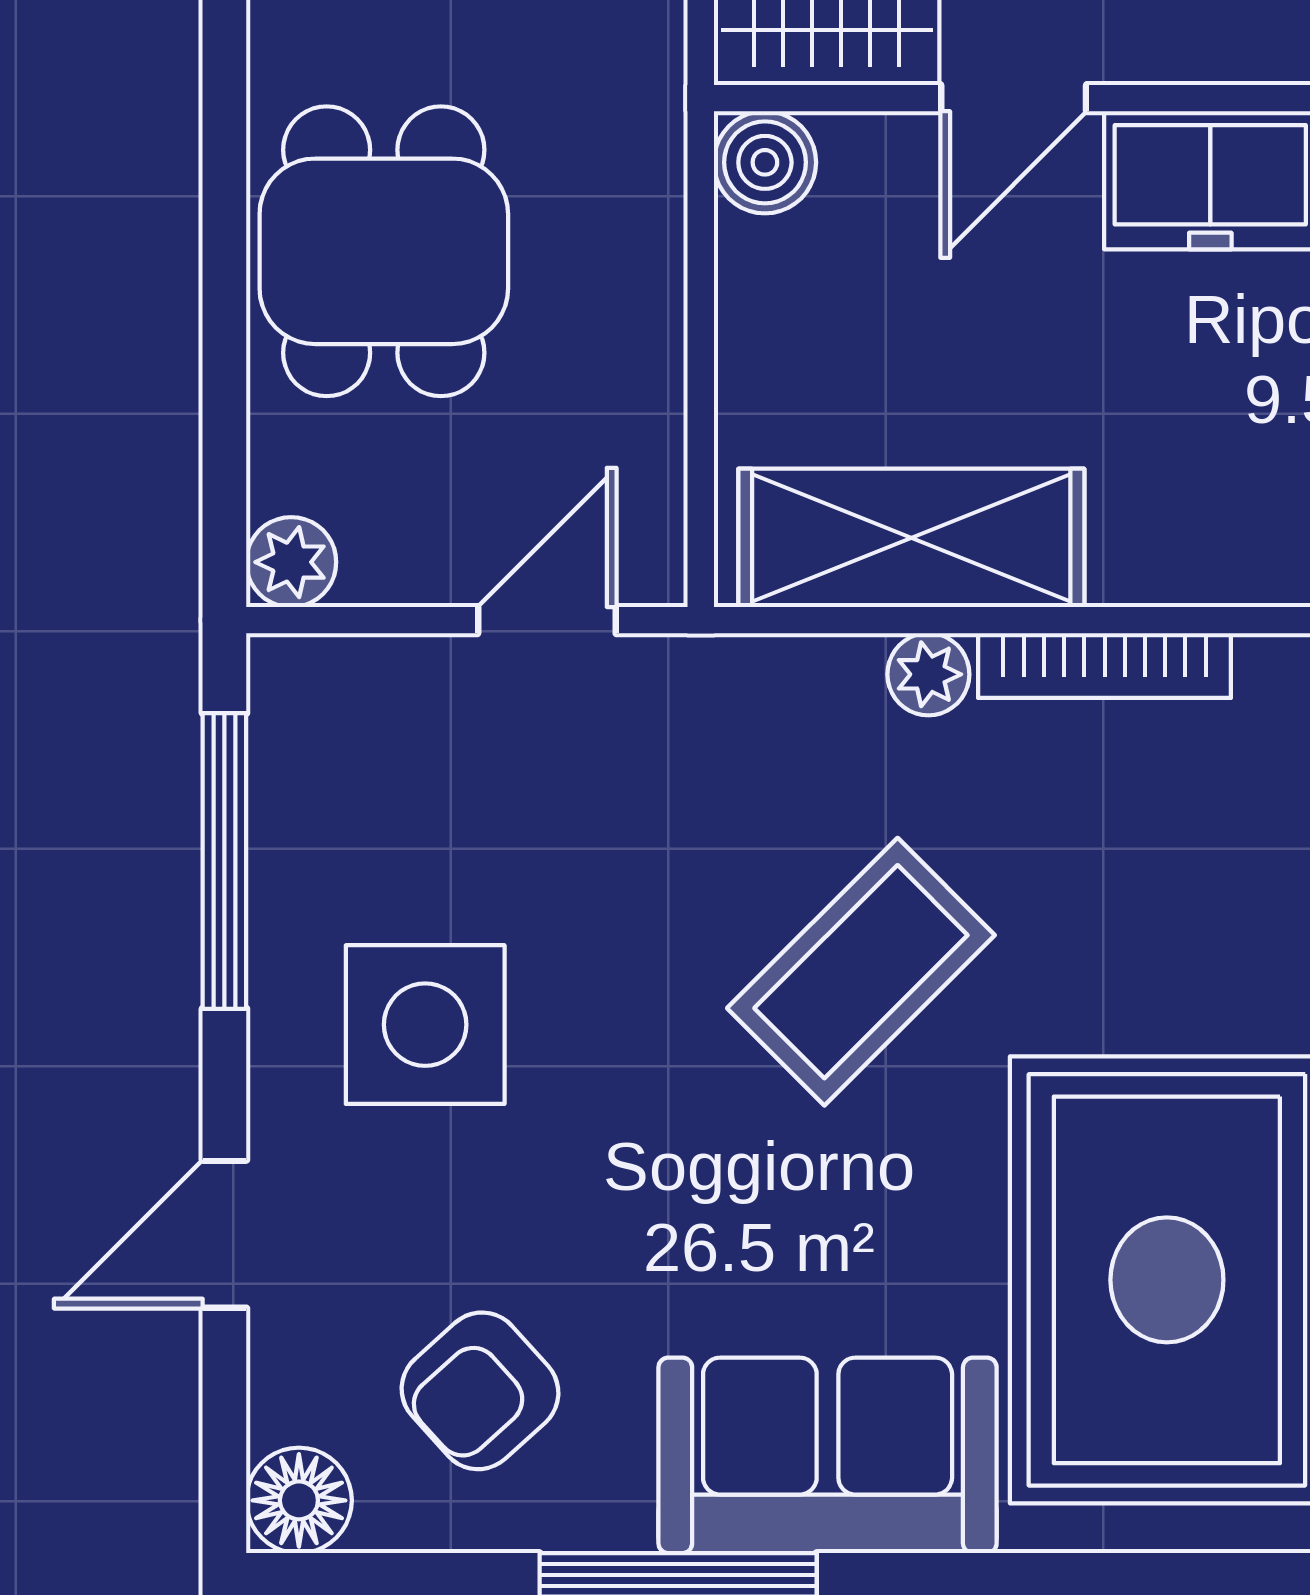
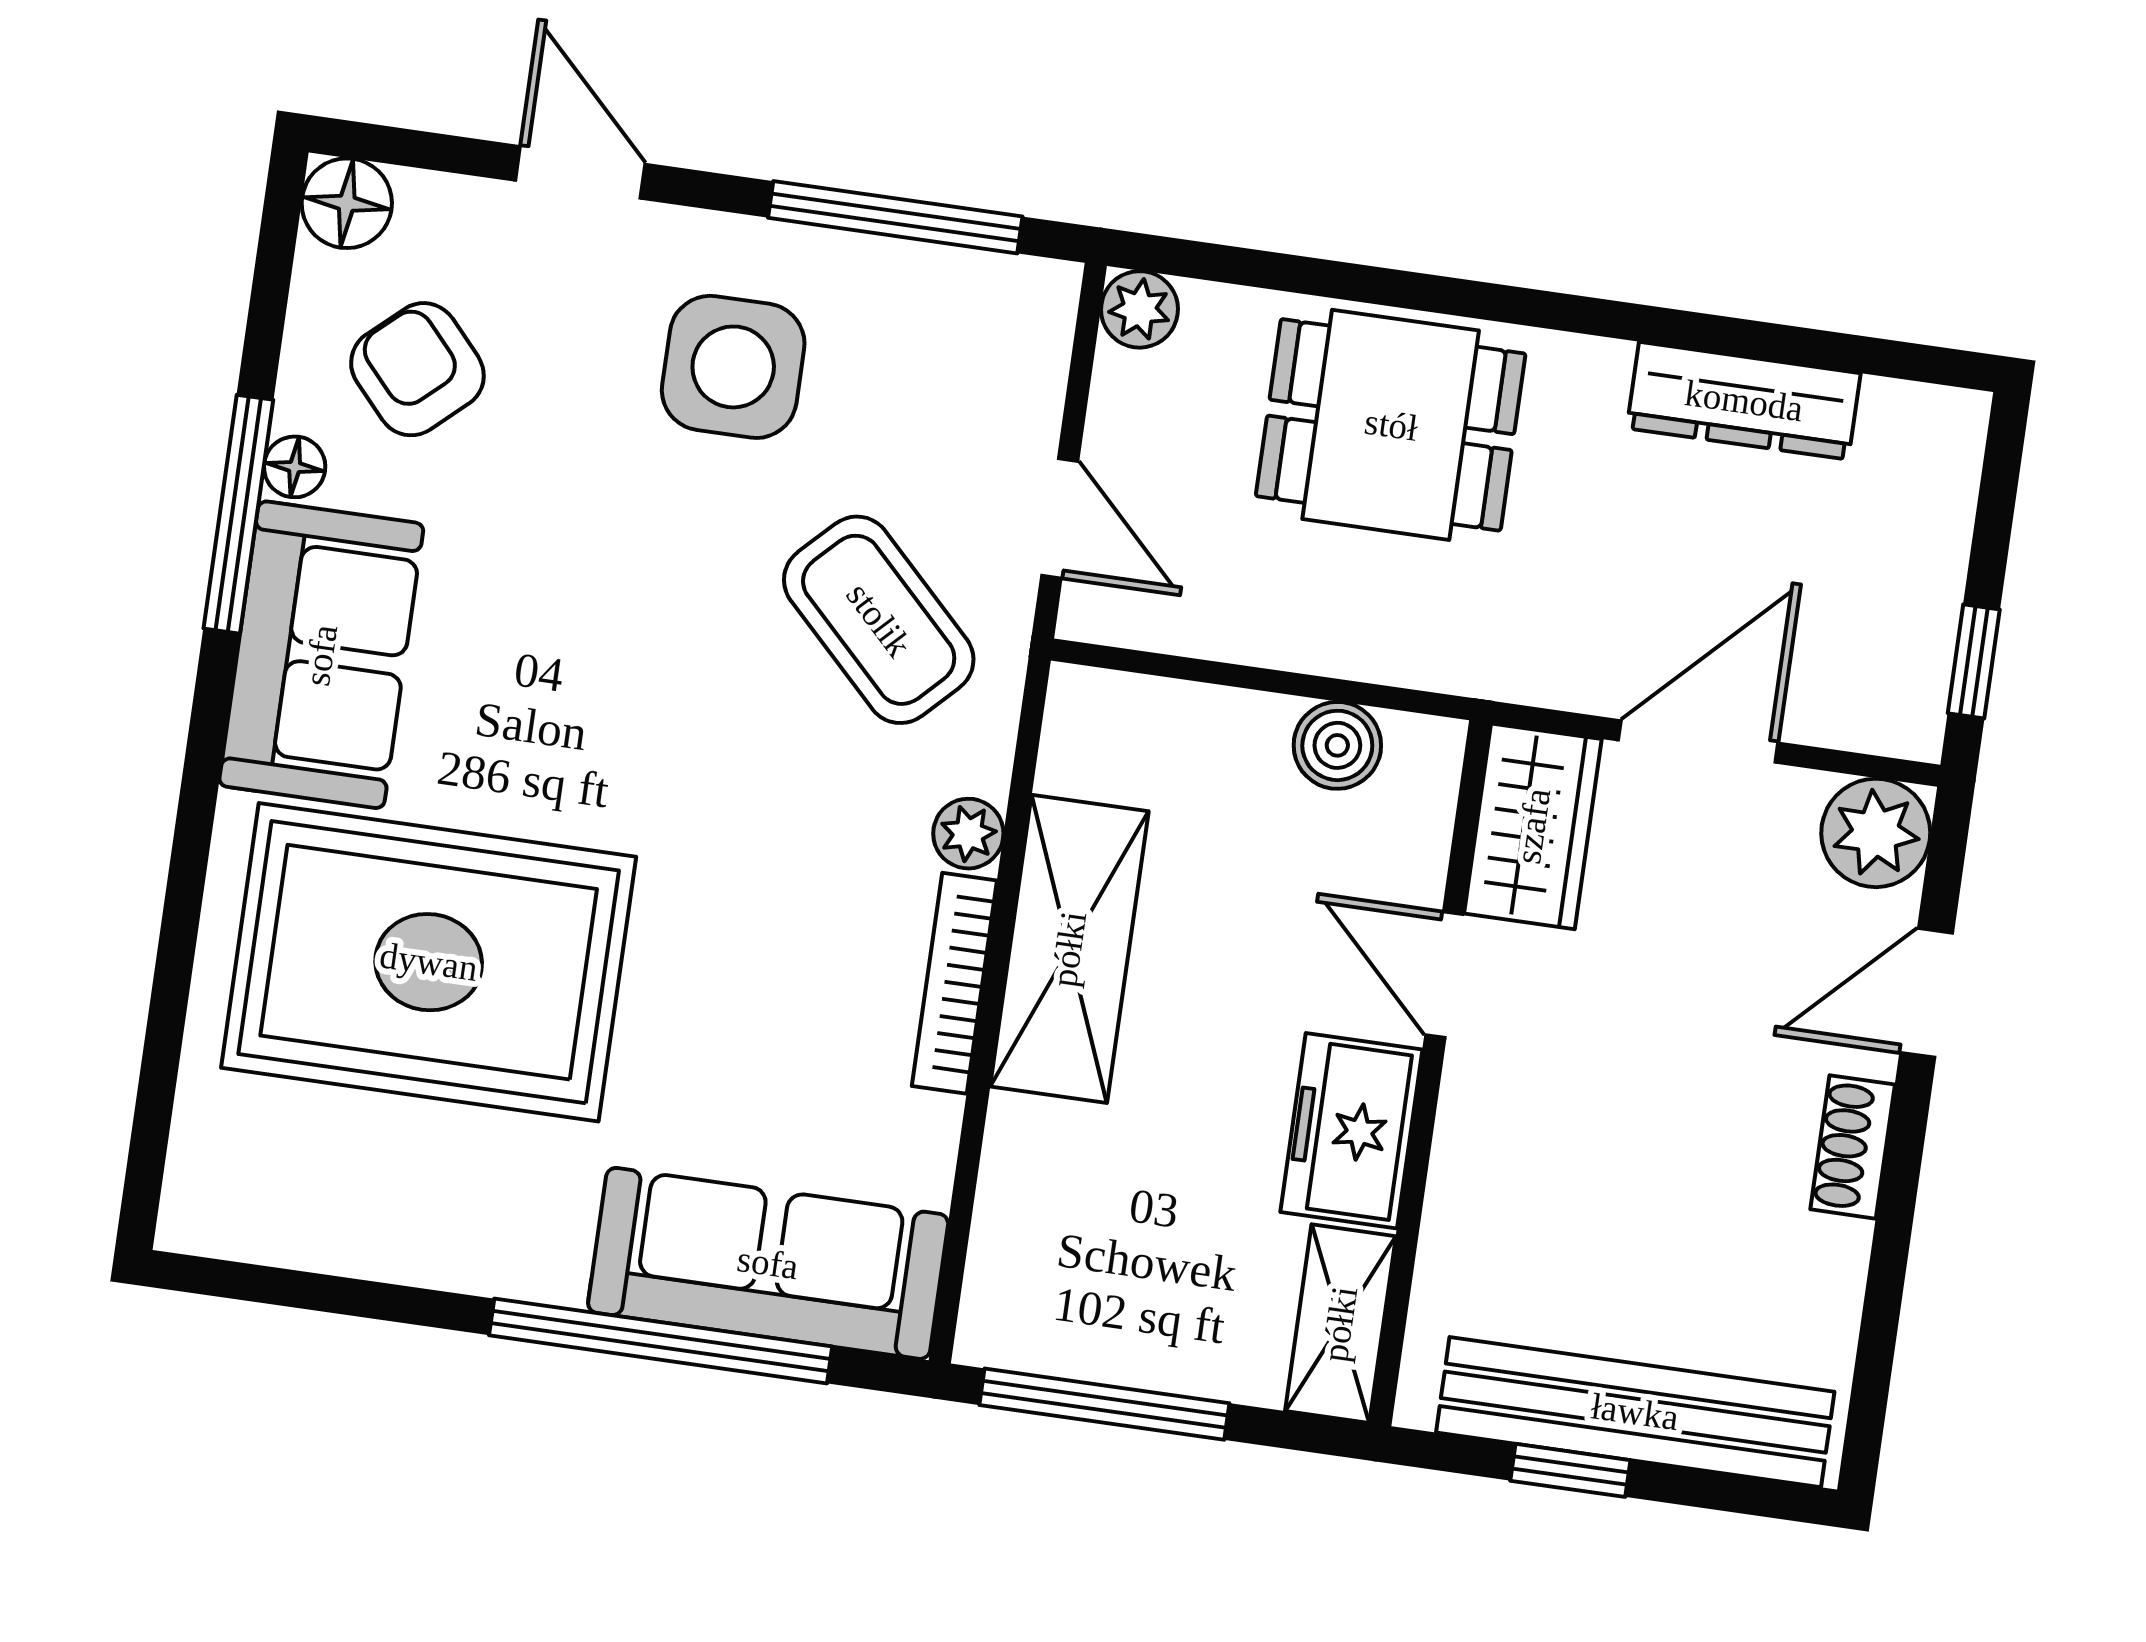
boiler: (765, 162) -> (1337, 745), moved
shelving: (911, 538) -> (1069, 949), moved
coffee table: (861, 972) -> (879, 620), moved
floor lamp: (614, 1517) -> (295, 467), added

